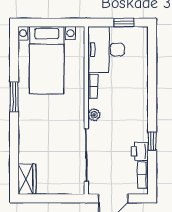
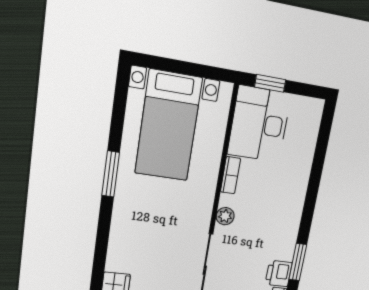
window: (124, 22) -> (270, 83), moved
window: (152, 141) -> (298, 262), width x1.50

